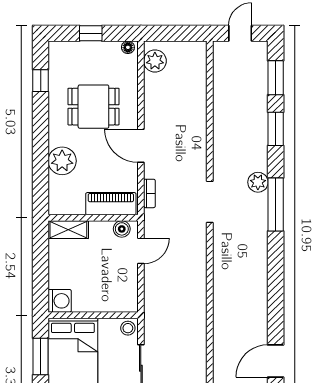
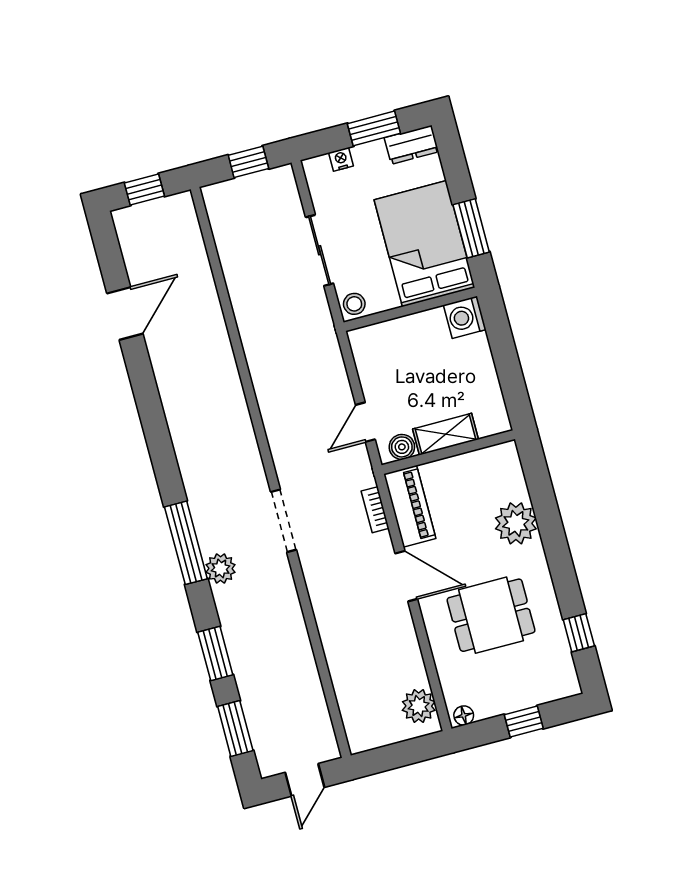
piano: (111, 204) -> (410, 506), moved, turned -90
shelving: (68, 230) -> (446, 434), moved

